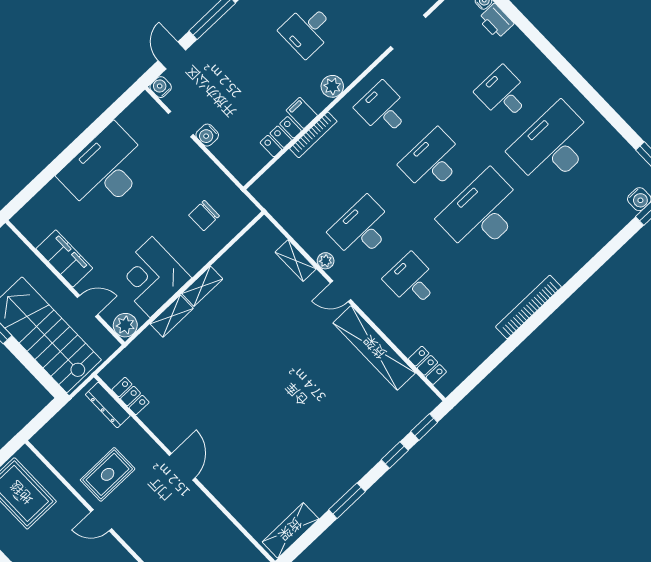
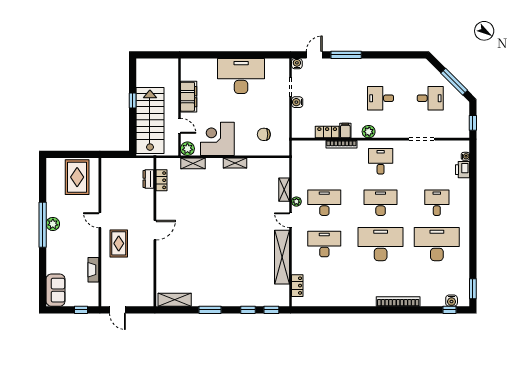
desk: (412, 281) -> (324, 244), width x1.37
bookcase: (528, 307) -> (398, 301), moved
shelving: (172, 316) -> (193, 163), moved
dresser: (108, 405) -> (148, 179), width x0.70
rug: (108, 474) -> (119, 243), moved, turned 90

